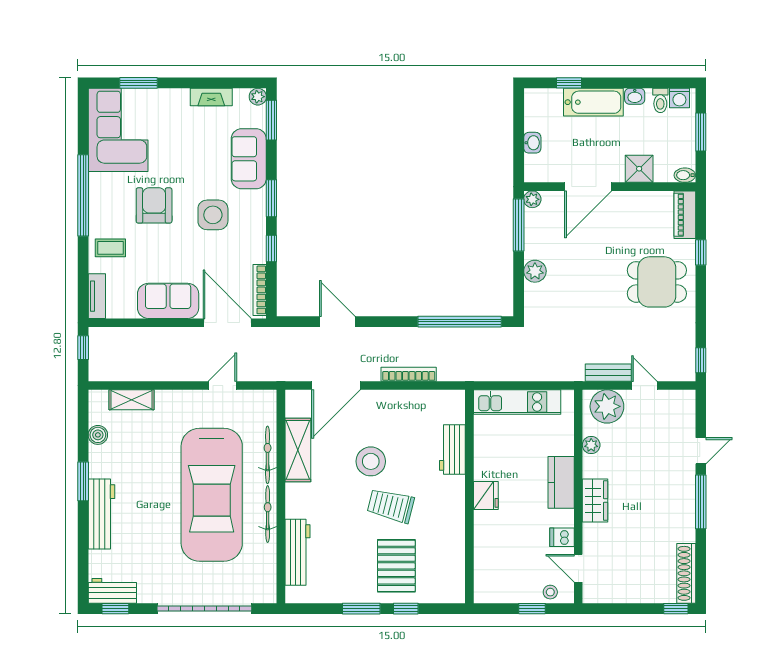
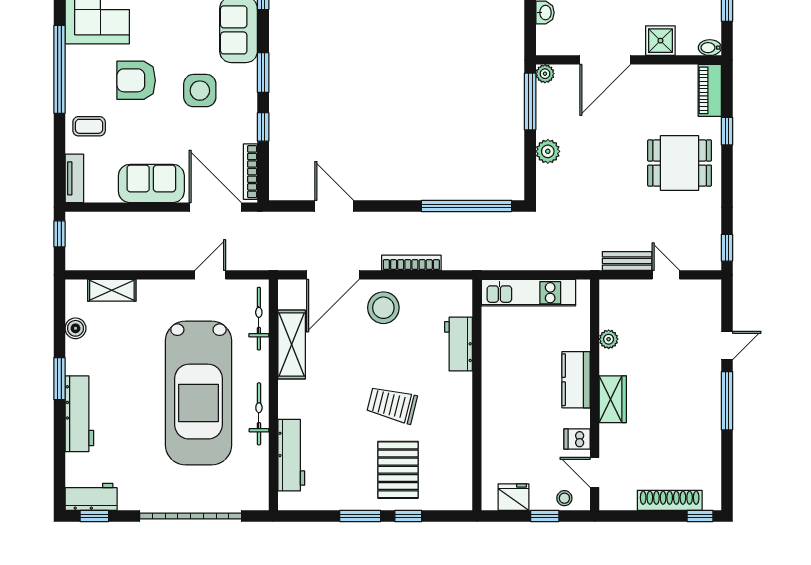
armchair: (154, 205) -> (136, 80), turned -90
plant: (607, 406) -> (626, 298), removed
bicycle: (268, 455) -> (259, 319), moved
stool: (371, 461) -> (383, 308), moved
fridge: (486, 496) -> (513, 497), moved, turned -90
shoe rack: (686, 573) -> (670, 500), moved, turned 90

